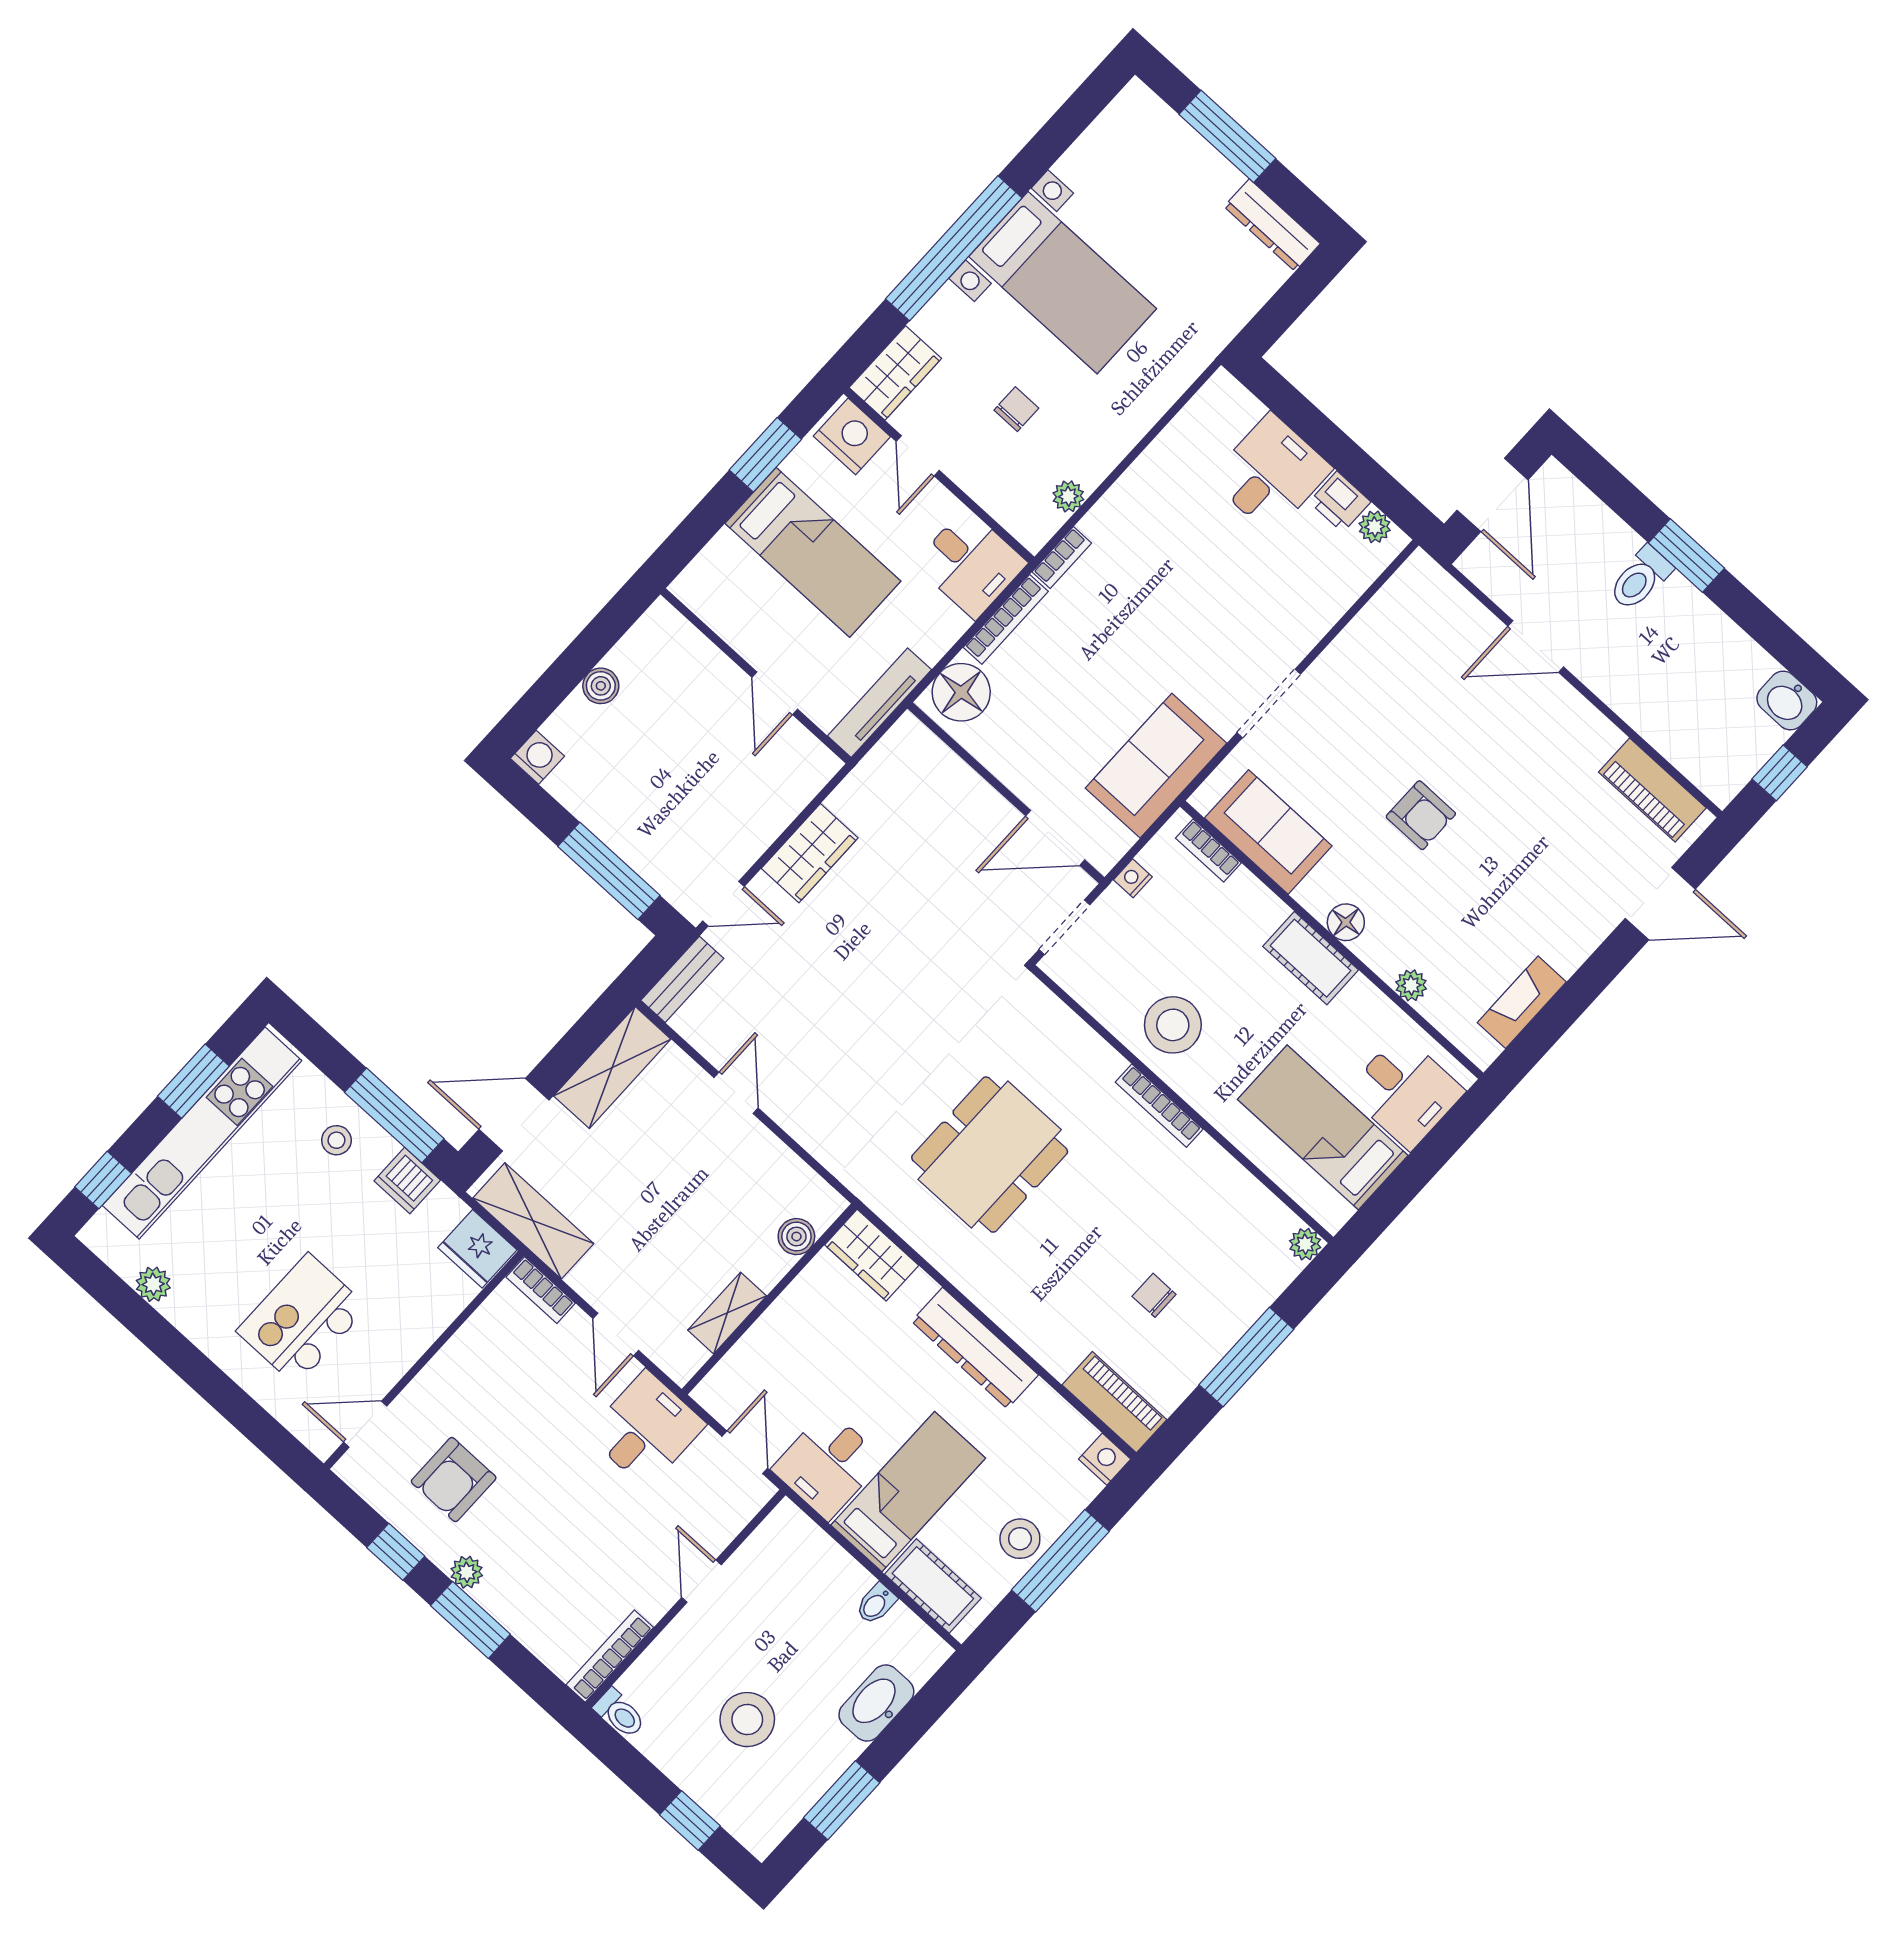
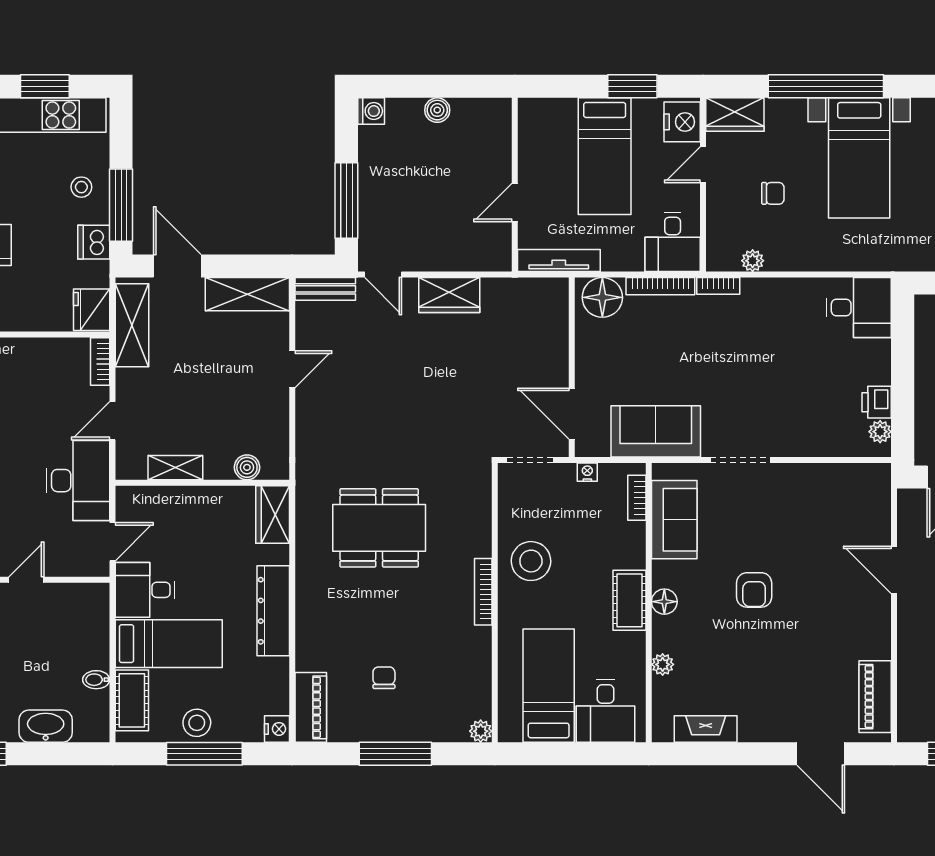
desk: (1271, 474) -> (859, 307), moved
desk: (646, 1429) -> (78, 481), width x1.37

